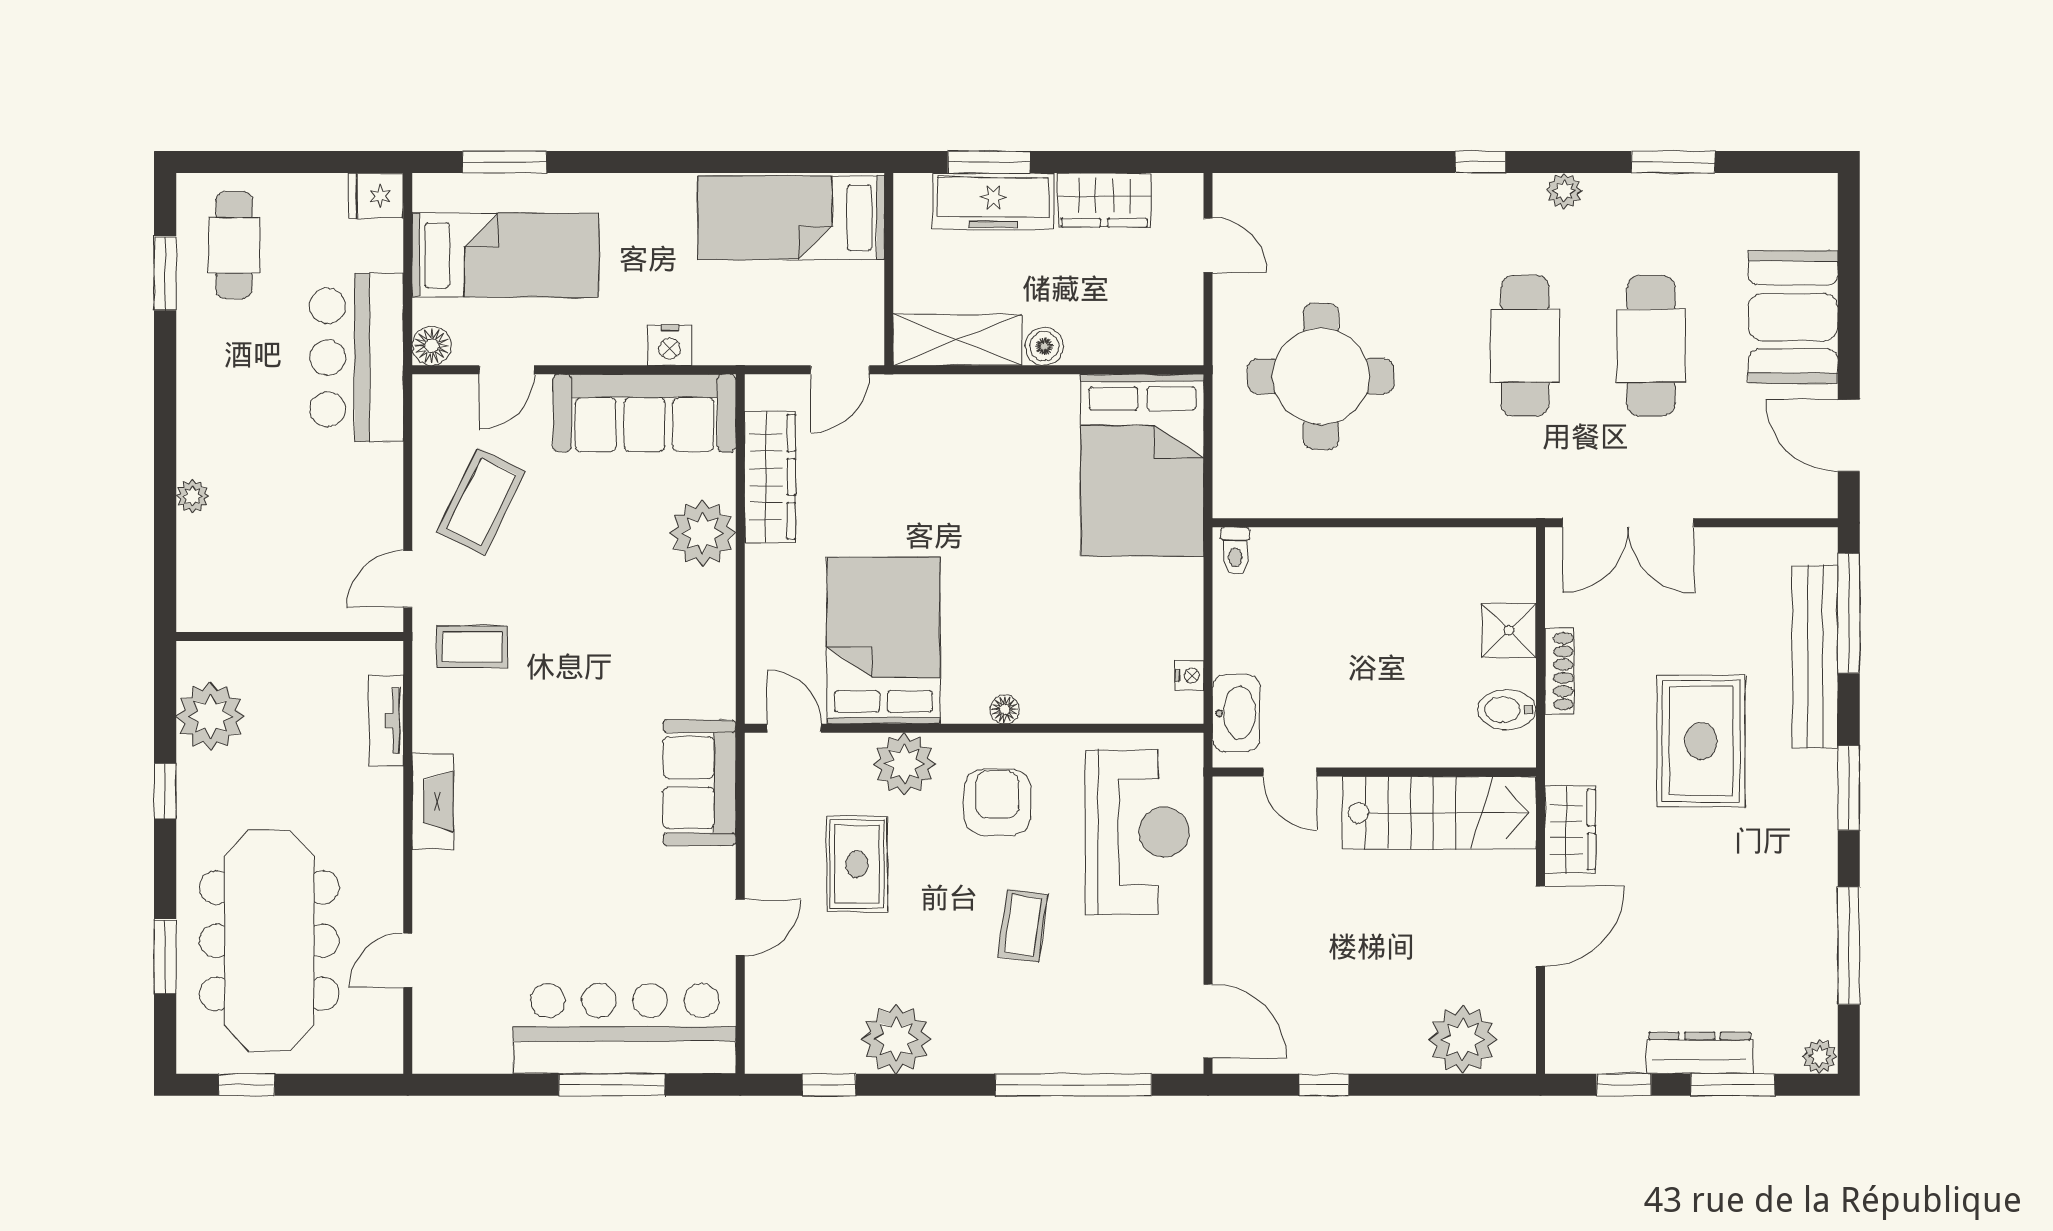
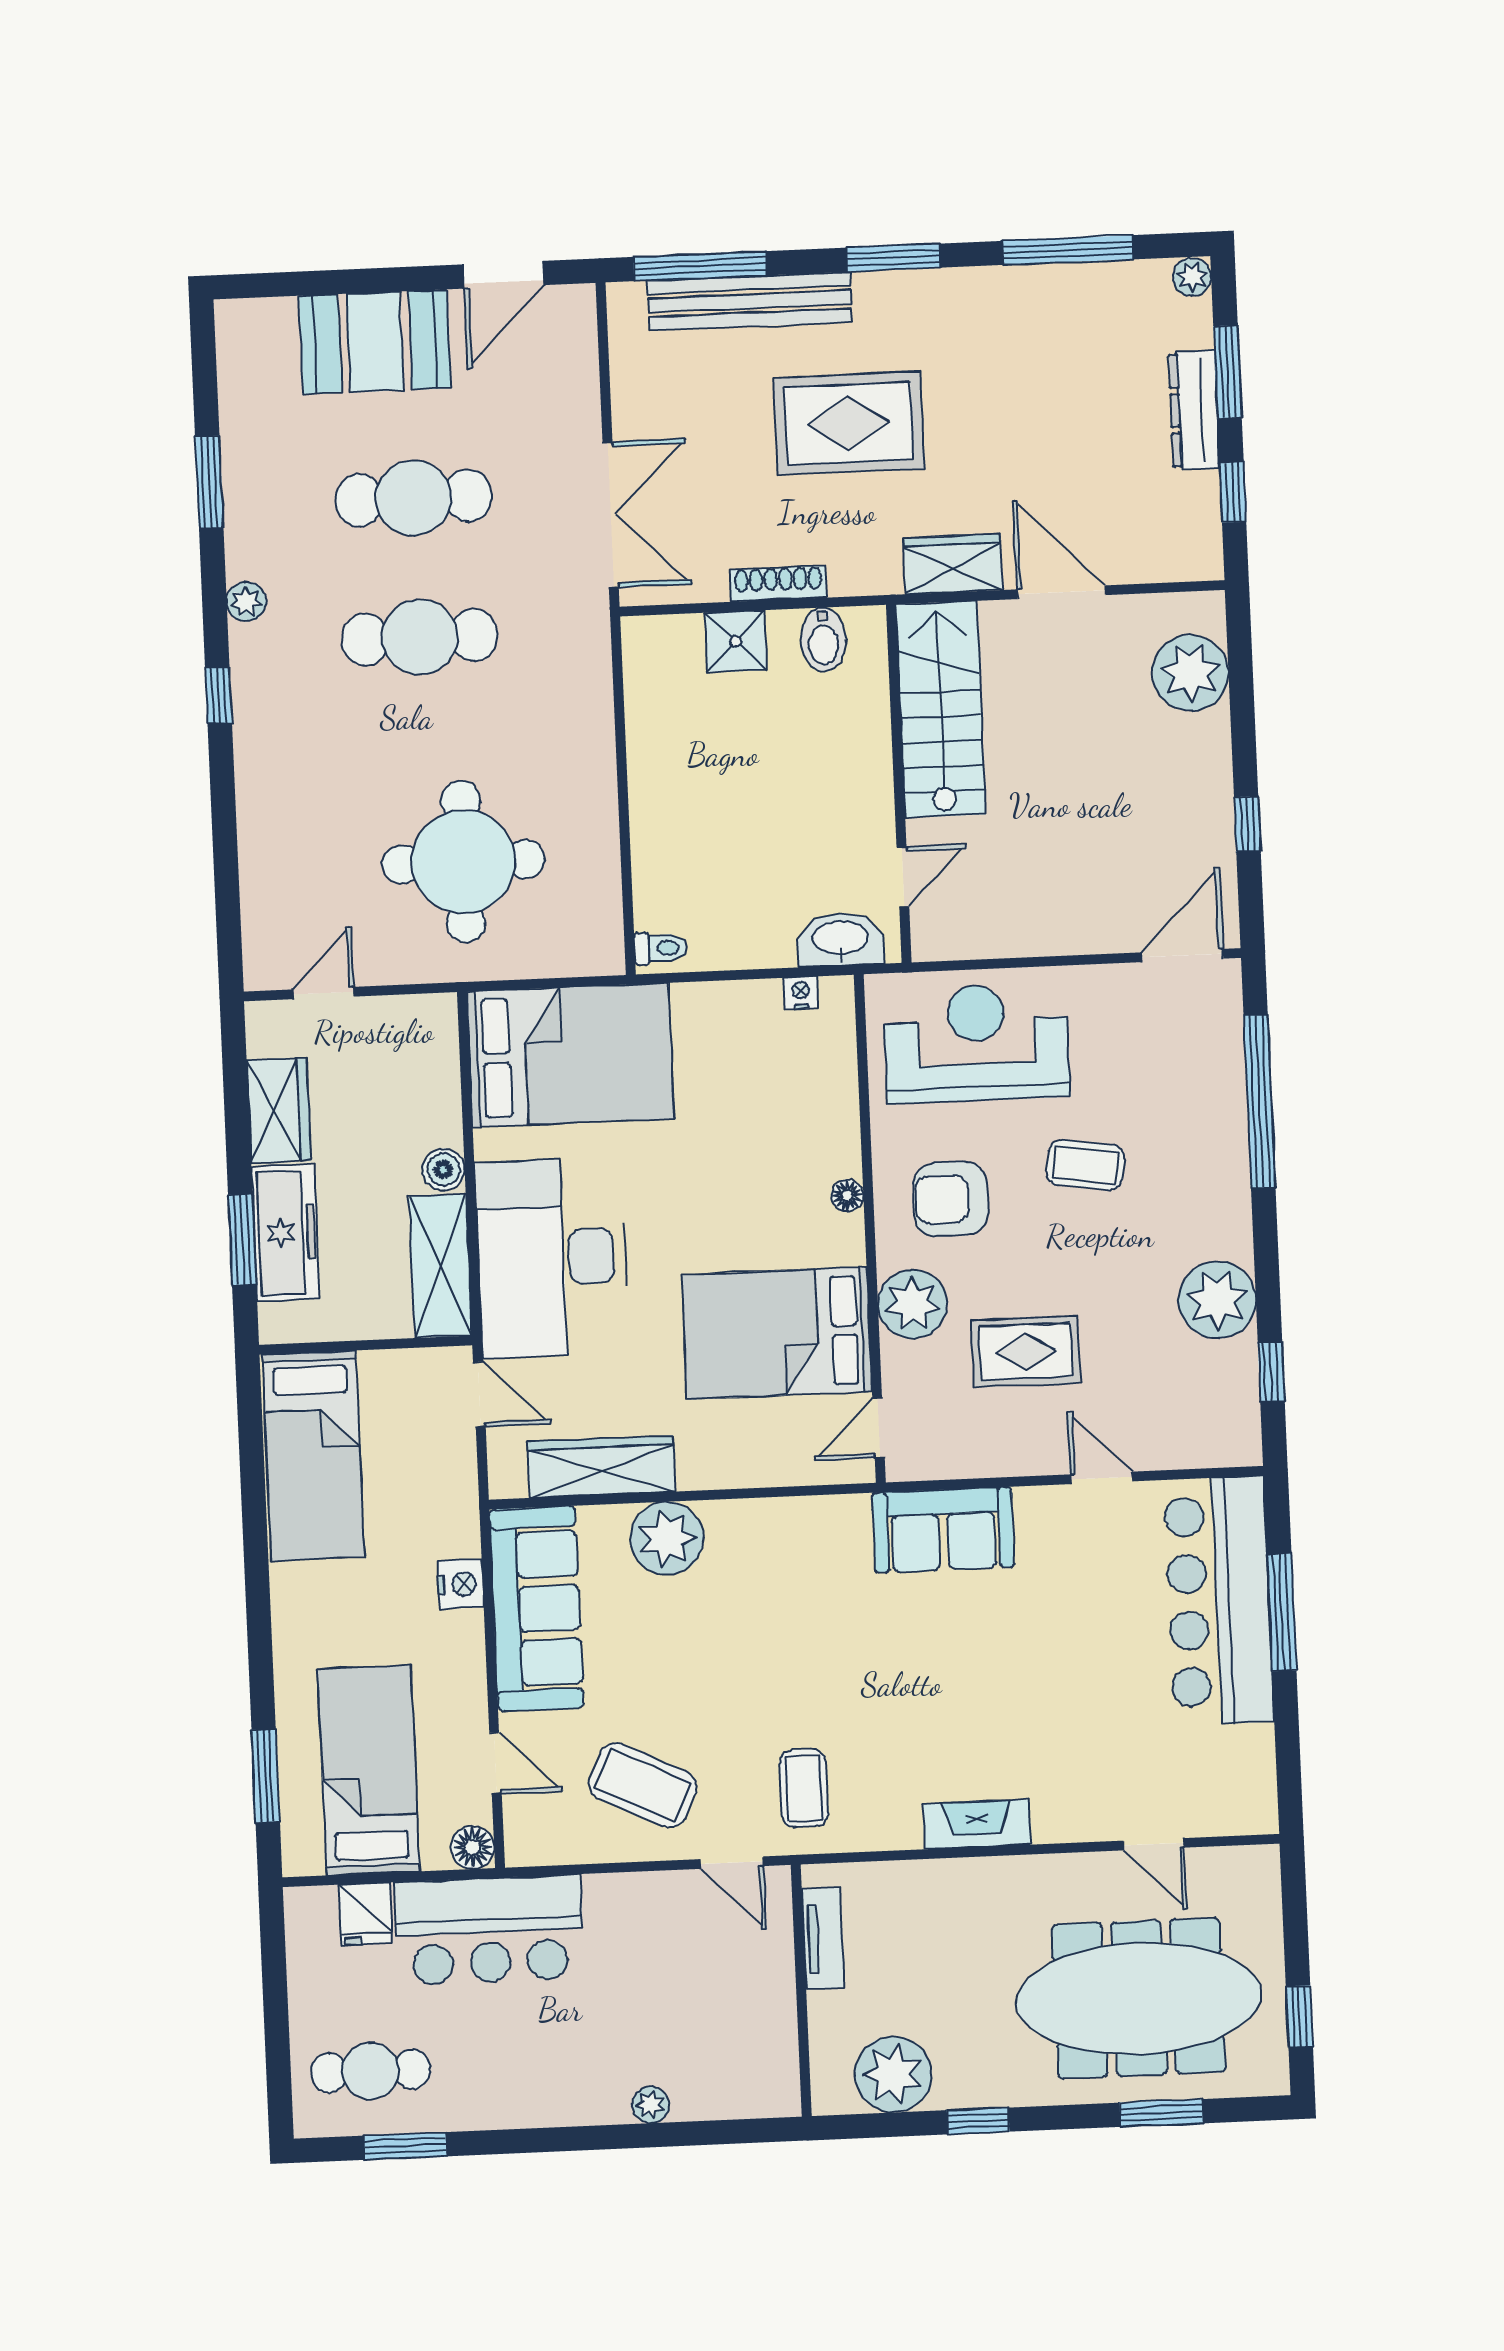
fridge: (376, 196) -> (366, 1914), moved
desk: (960, 440) -> (552, 1258), added
tv unit: (386, 721) -> (823, 1938), moved, turned -90

